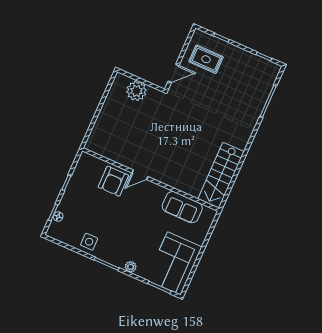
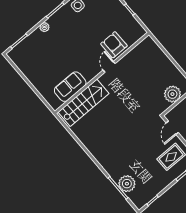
plant: (259, 94) -> (127, 184), added
stairs: (221, 175) -> (83, 103), moved, turned 90
corner sofa: (174, 263) -> (31, 61), removed

